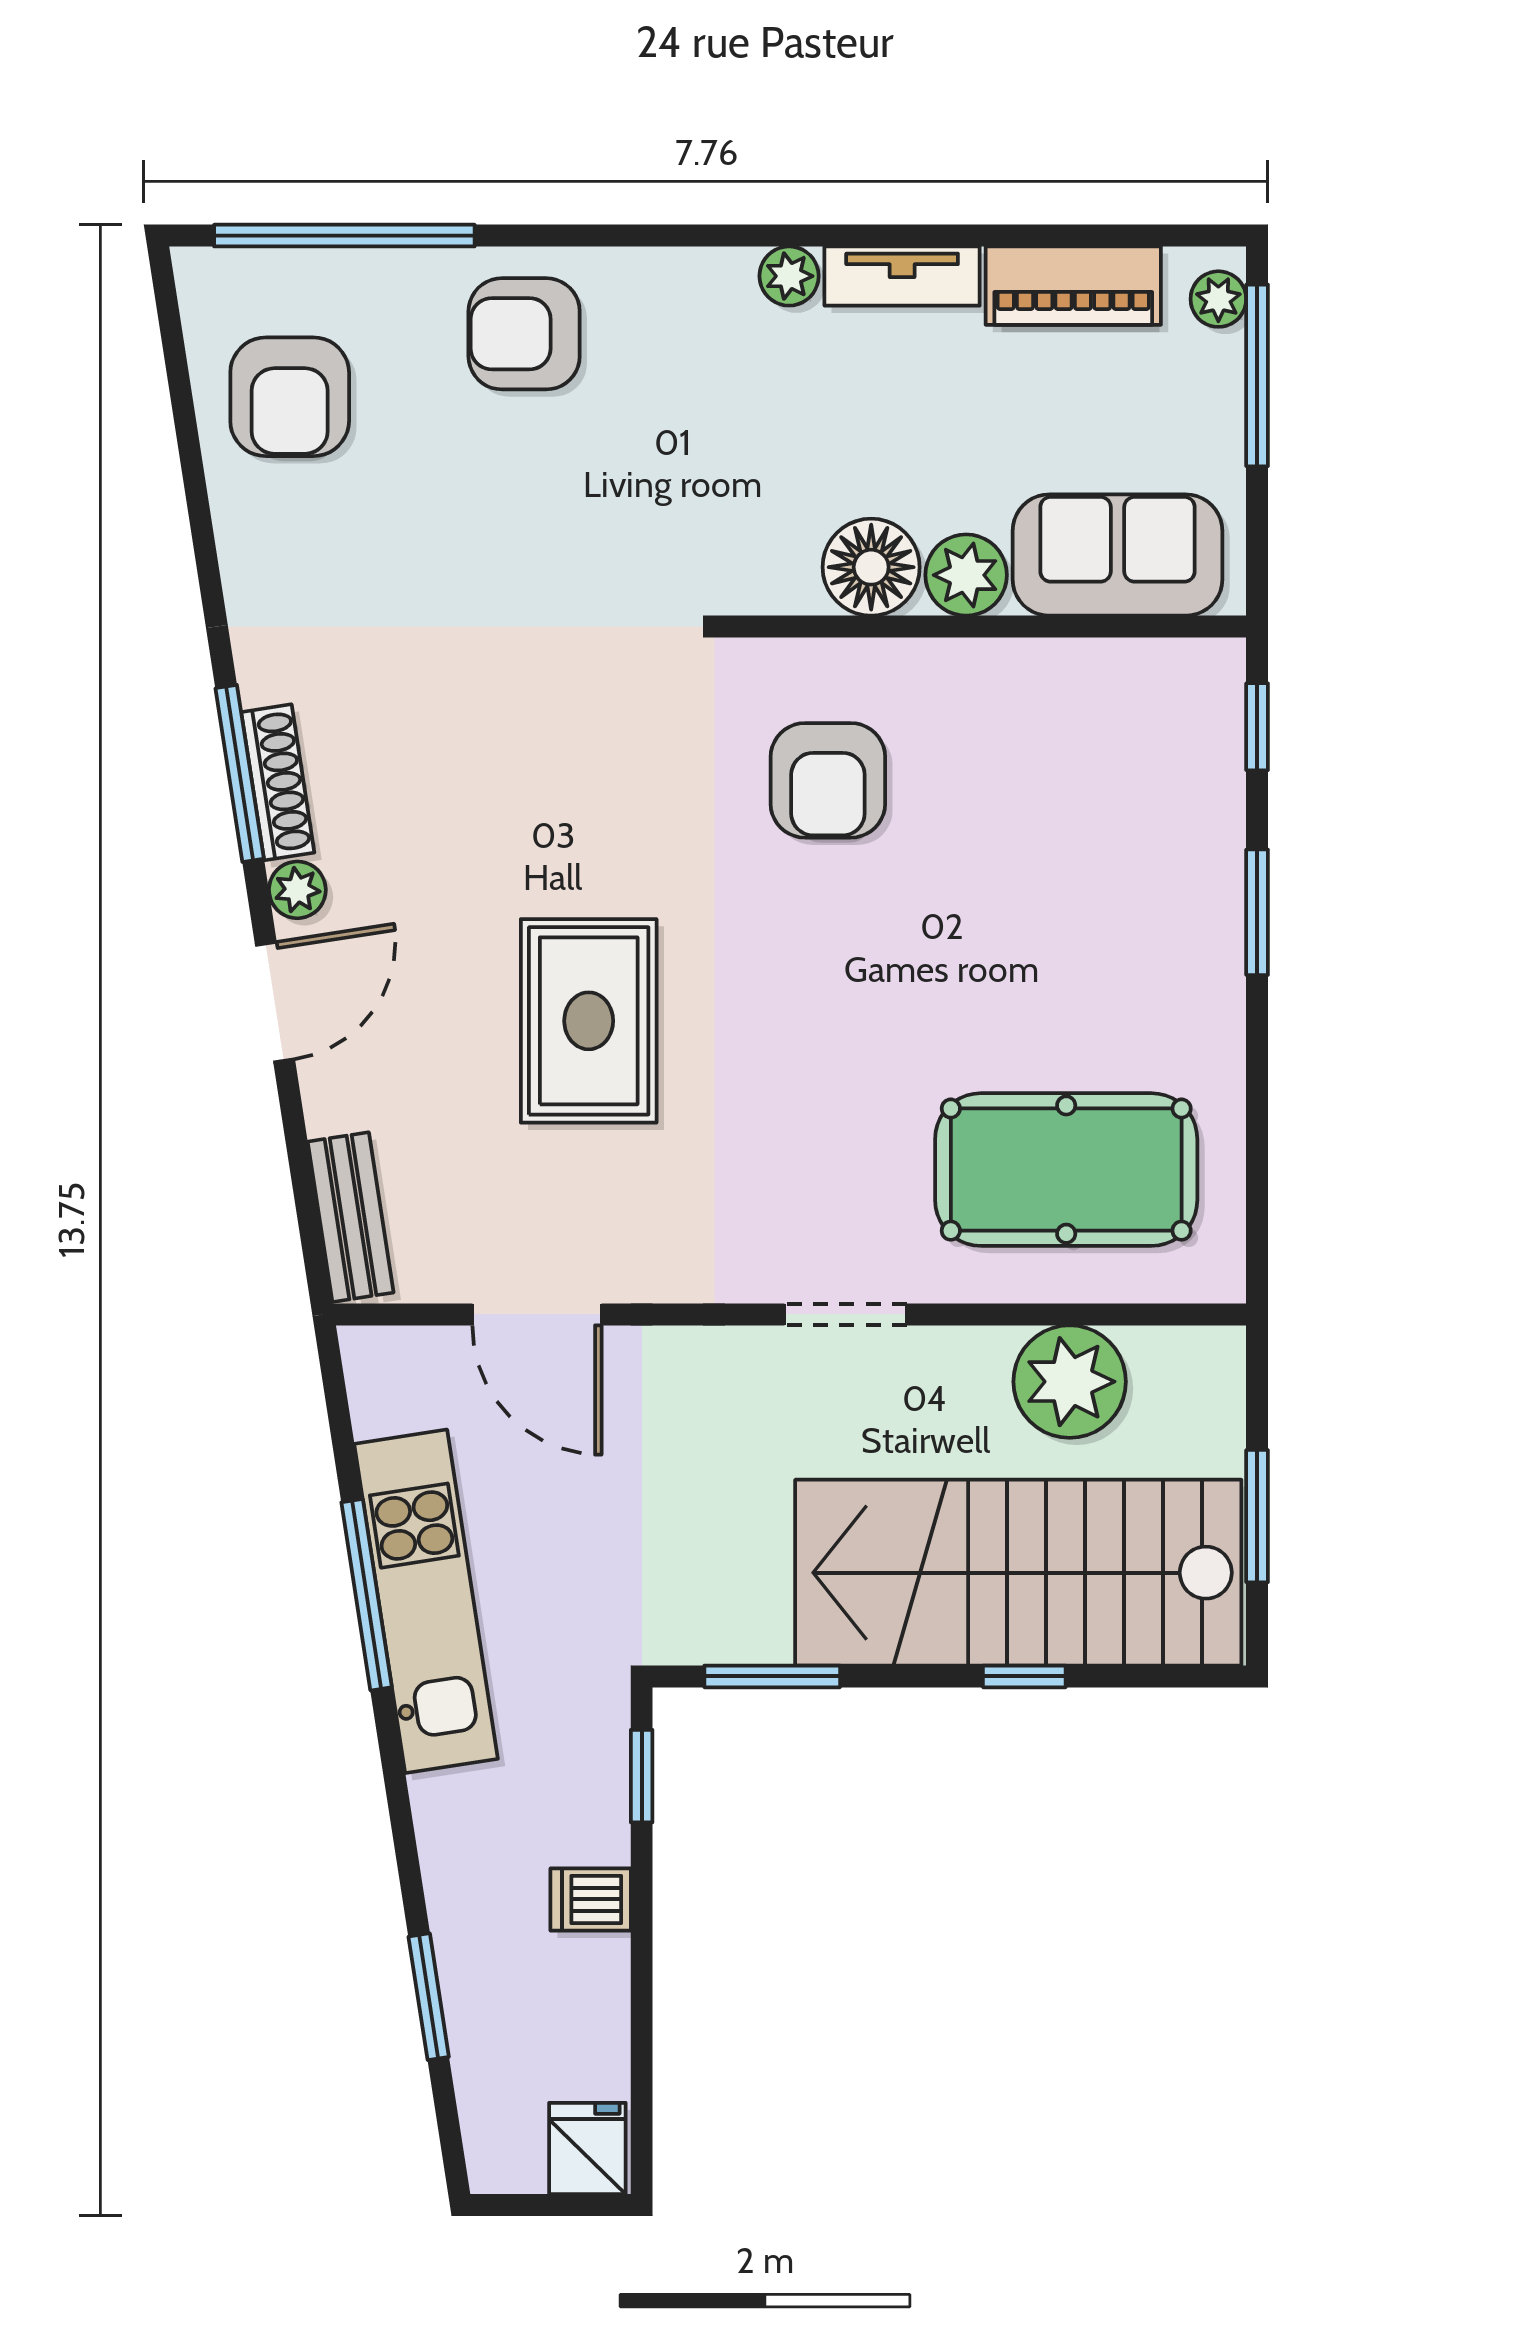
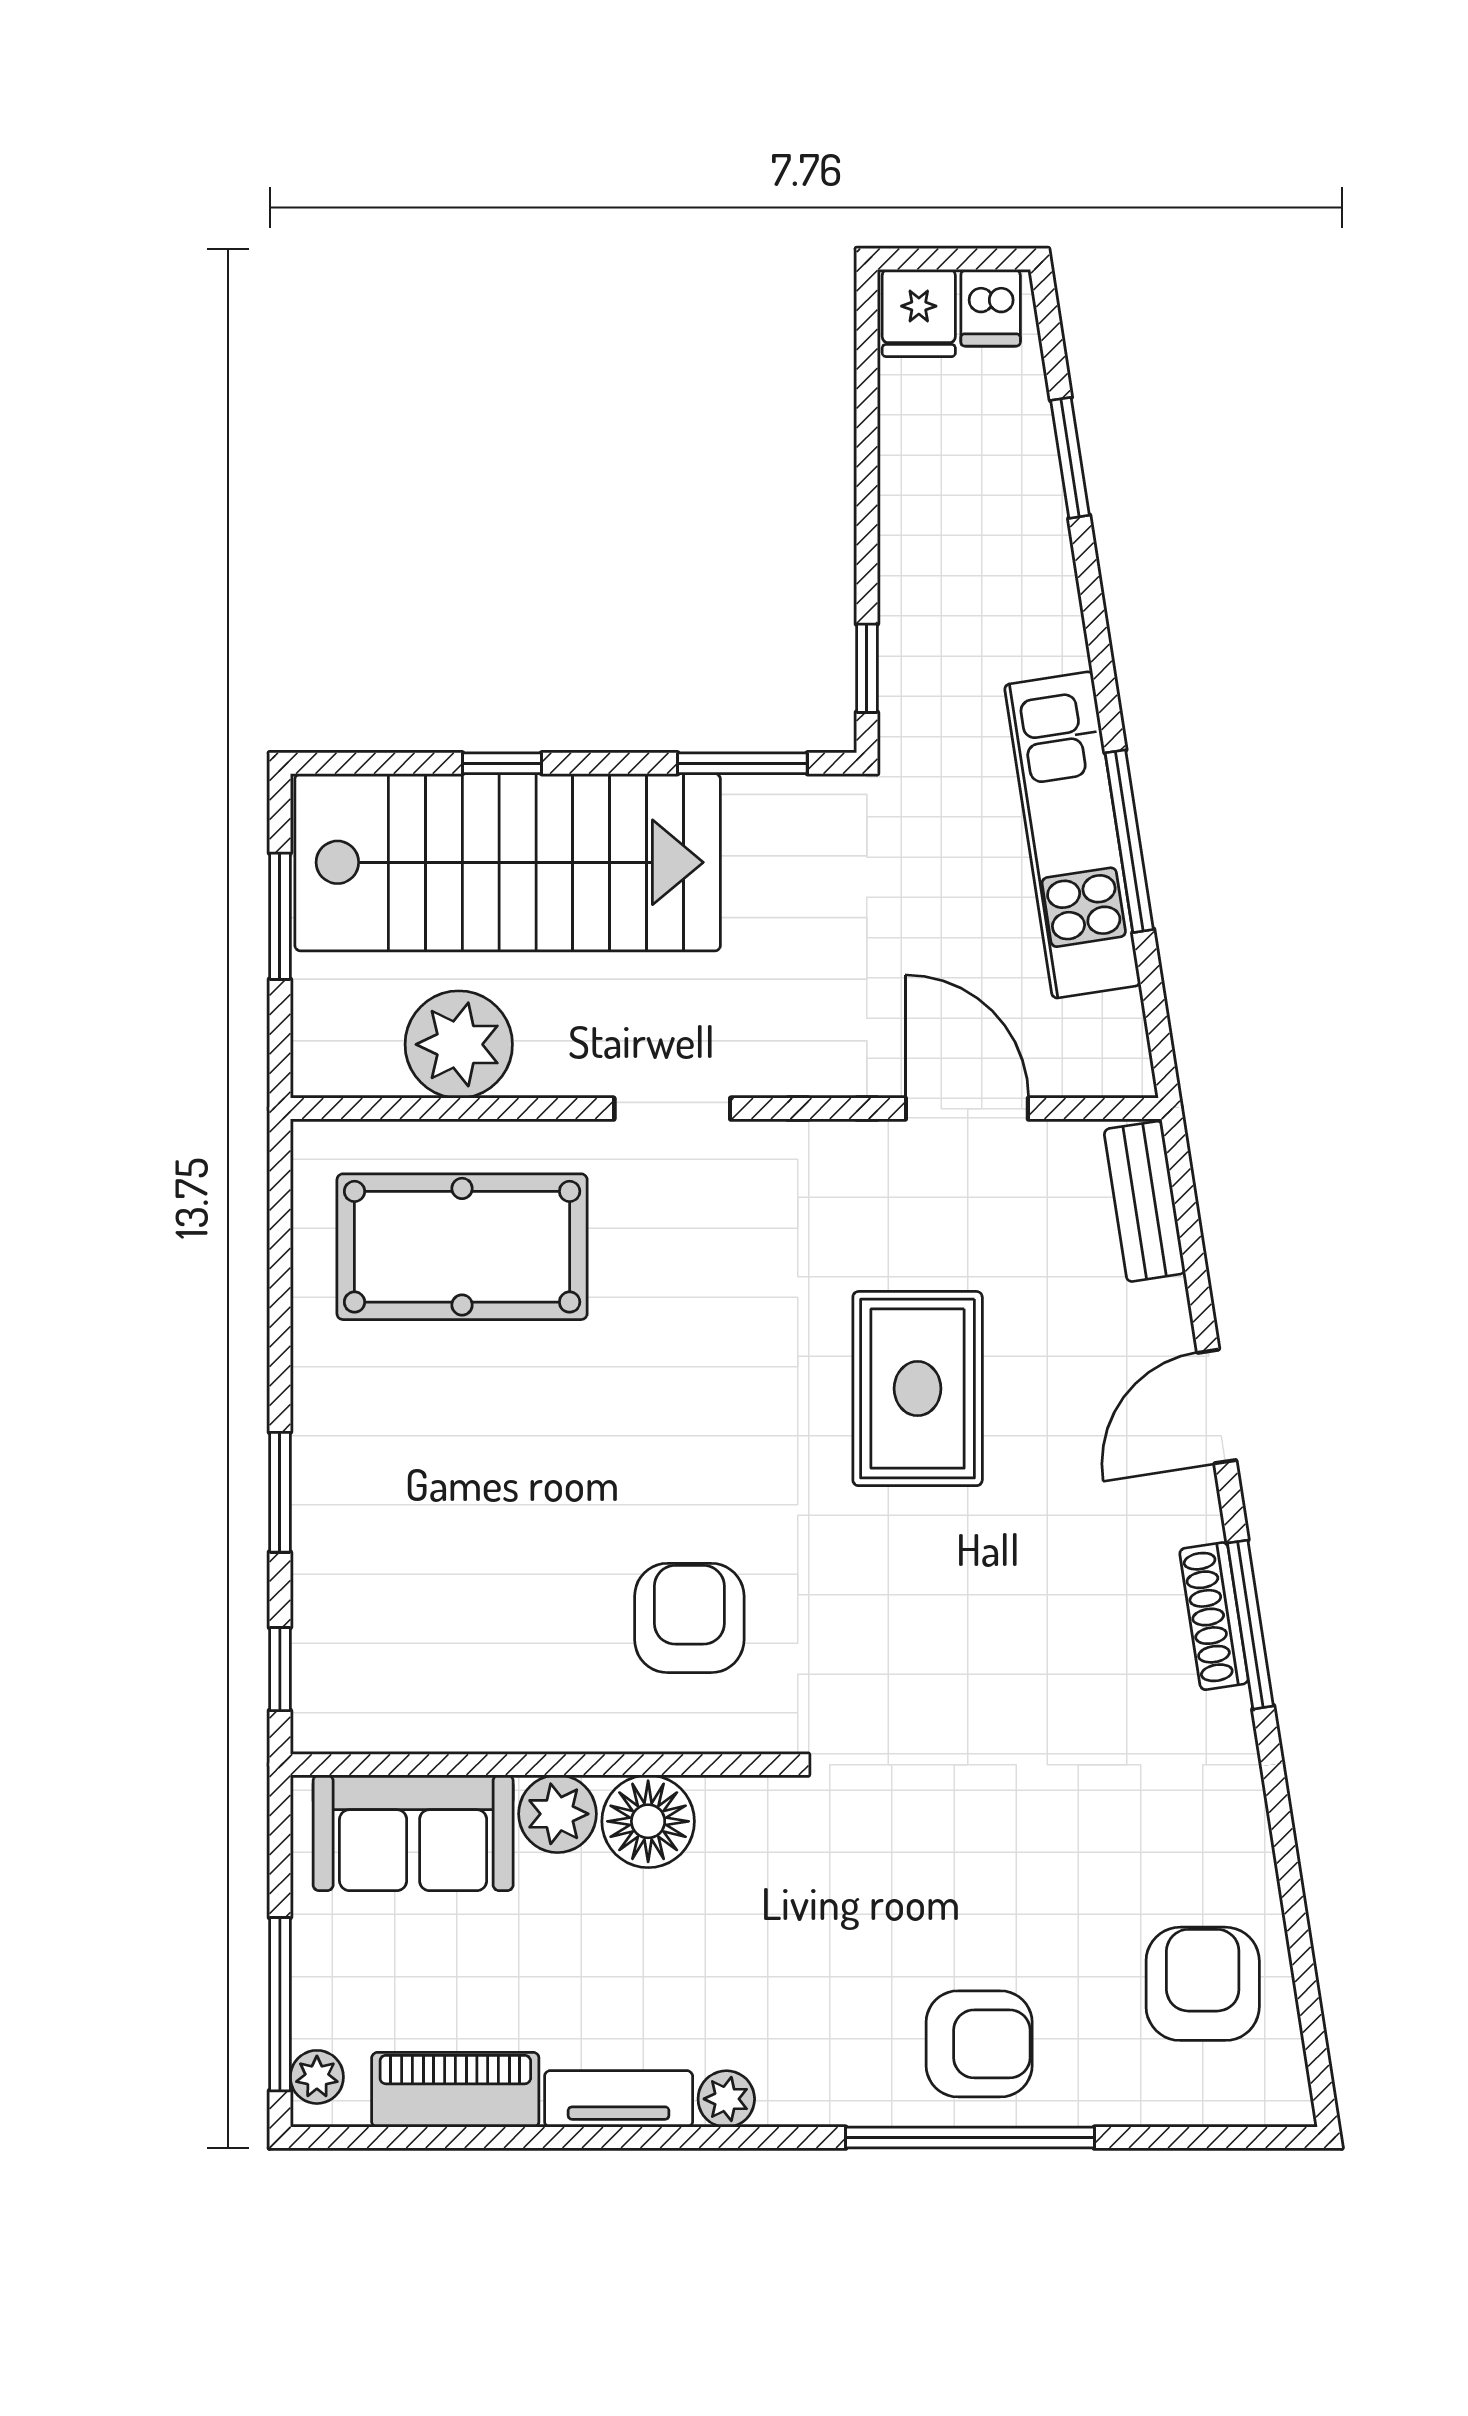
window: (344, 236) -> (970, 2138), moved
plant: (297, 890) -> (1195, 1514), removed
dishwasher: (591, 1899) -> (991, 308), moved, turned 90

